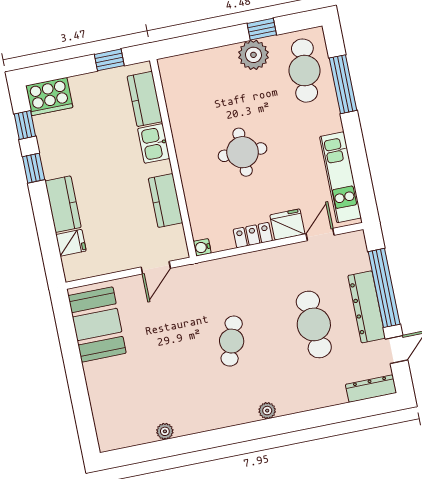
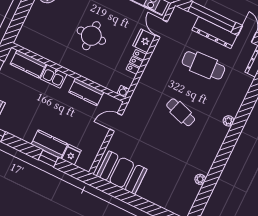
window: (34, 168) -> (48, 159), moved
door: (156, 268) -> (116, 122), swing flipped

